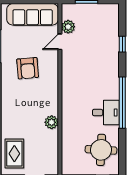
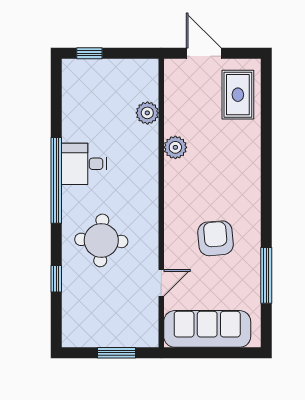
plant: (68, 27) -> (147, 113), moved
round table: (101, 150) -> (101, 240), moved

